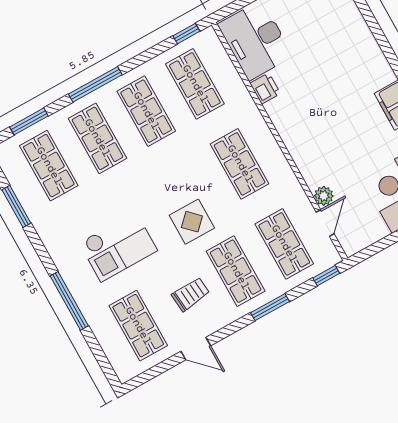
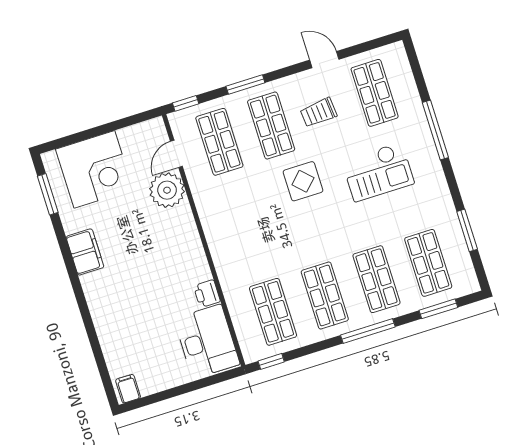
shop shelf: (240, 164) -> (246, 227), removed
plant: (324, 196) -> (167, 190), width x1.88, depth x1.88
checkout: (118, 247) -> (378, 172), turned 180

